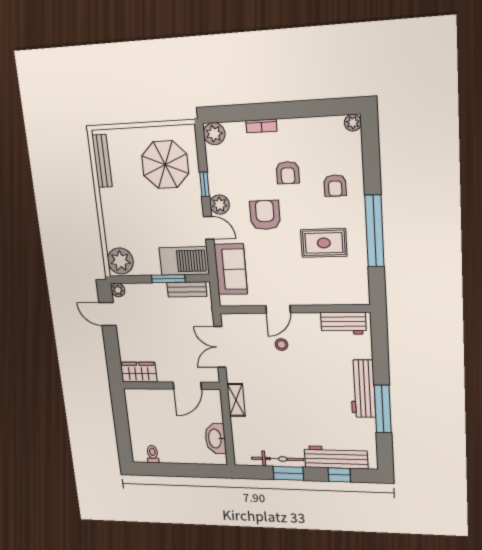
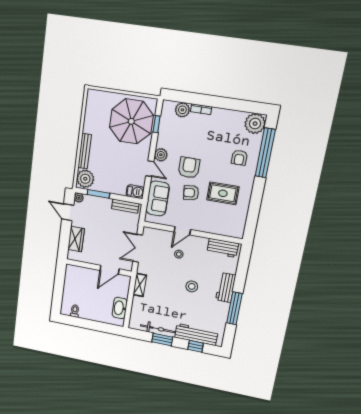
plant: (353, 123) -> (255, 124), width x1.88, depth x1.88
plant: (214, 134) -> (182, 110), moved
bench: (102, 161) -> (85, 151), moved
parasol: (165, 165) -> (131, 121), width x1.36, depth x1.36
armchair: (288, 173) -> (191, 193), moved, turned 84
window: (204, 184) -> (157, 124), moved
window: (374, 231) -> (265, 153), moved
barbecue: (184, 261) -> (135, 192), width x0.53, depth x0.65
window: (168, 279) -> (98, 194), moved
wardrobe: (139, 372) -> (76, 239), moved, turned 90
stool: (312, 388) -> (192, 286), added
workbench: (363, 389) -> (226, 288), width x0.73

